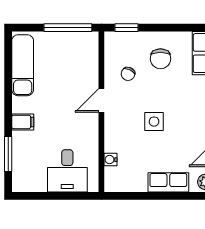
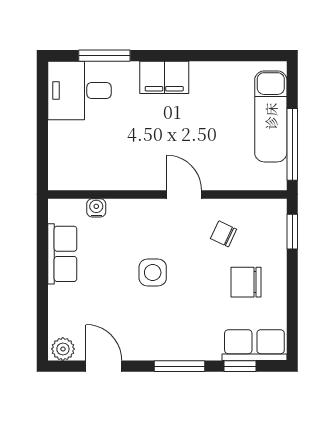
exam couch: (23, 65) -> (271, 116), moved, turned 90
filing cabinet: (23, 122) -> (164, 77), width x2.00
desk: (67, 171) -> (79, 91), moved
row of seats: (168, 182) -> (62, 254), moved

